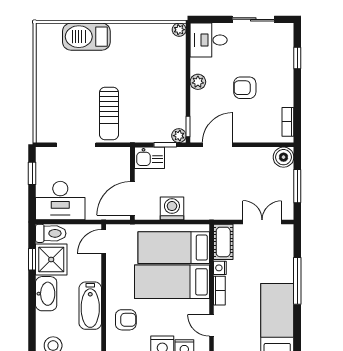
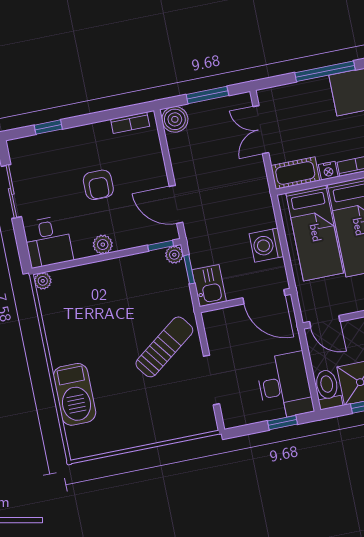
sun lounger: (109, 114) -> (164, 347), turned -37
window: (32, 173) -> (283, 423), moved

